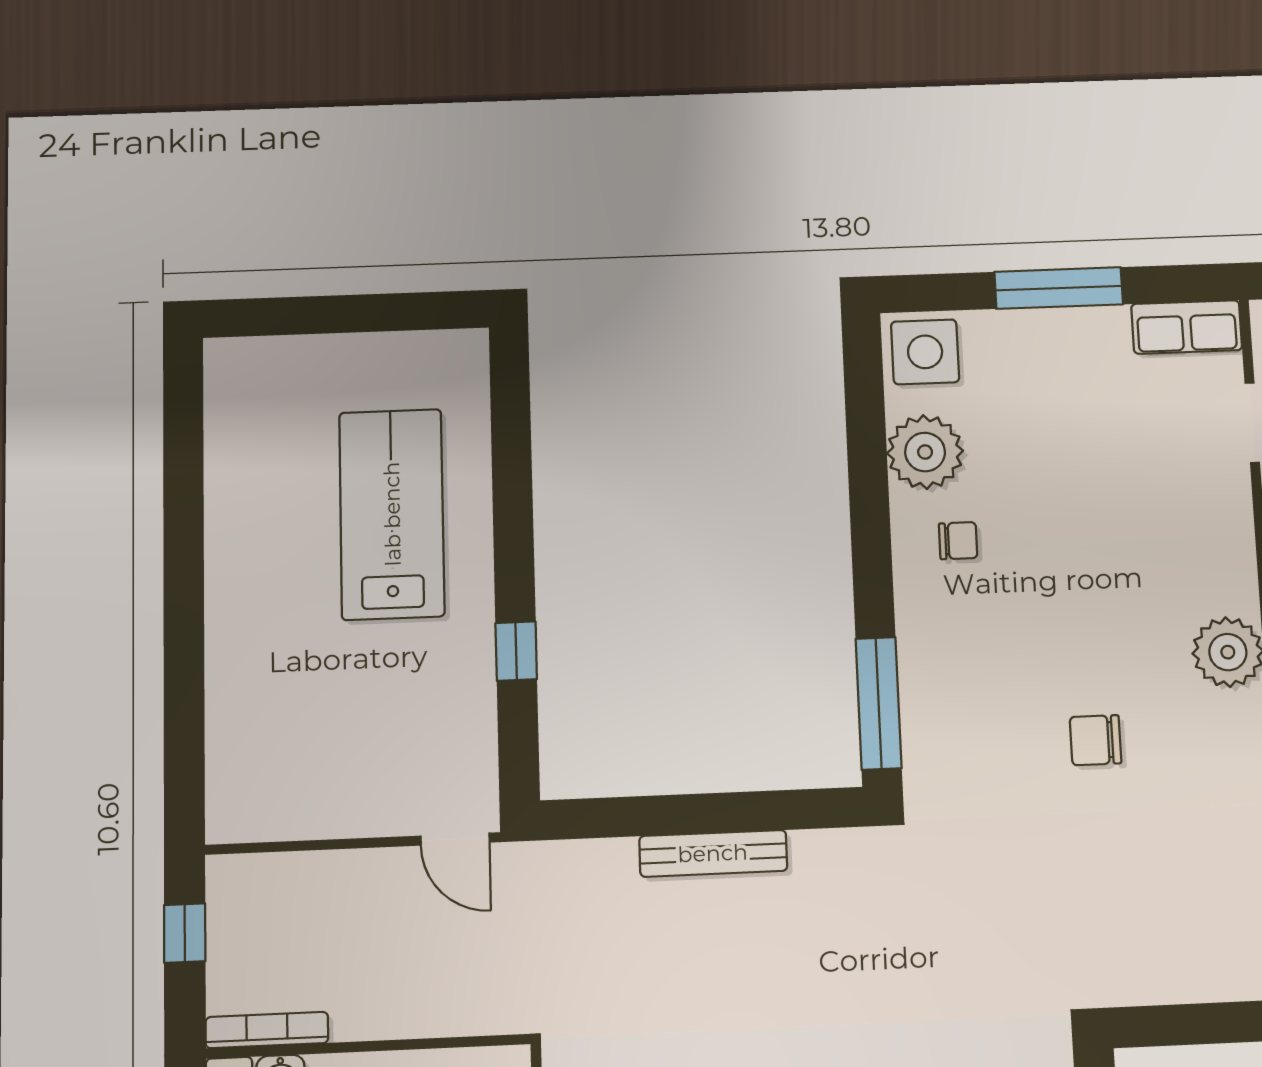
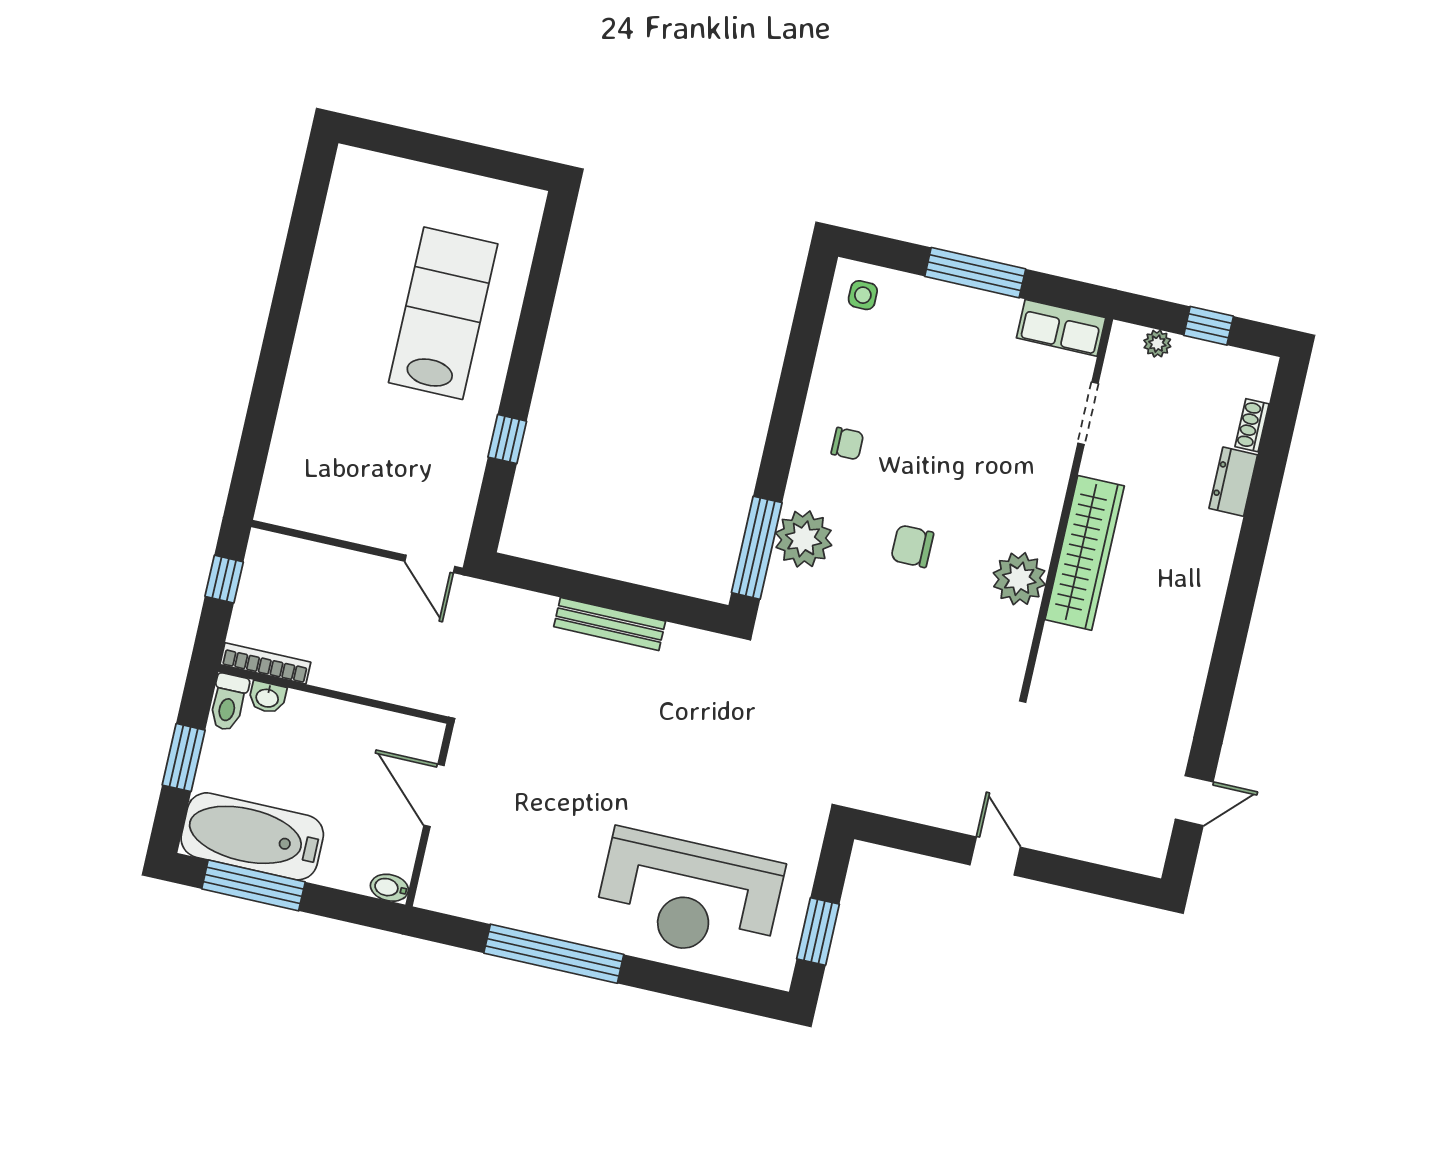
side table: (925, 352) -> (863, 295), width x0.54, depth x0.54
plant: (925, 452) -> (804, 539), moved
chair: (1096, 740) -> (912, 546), moved

